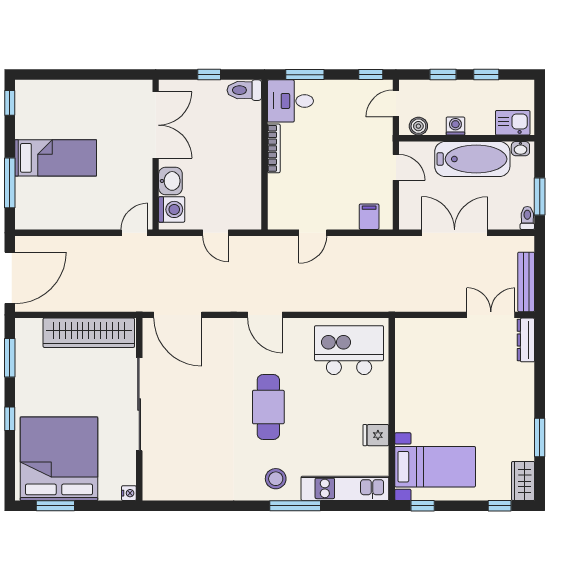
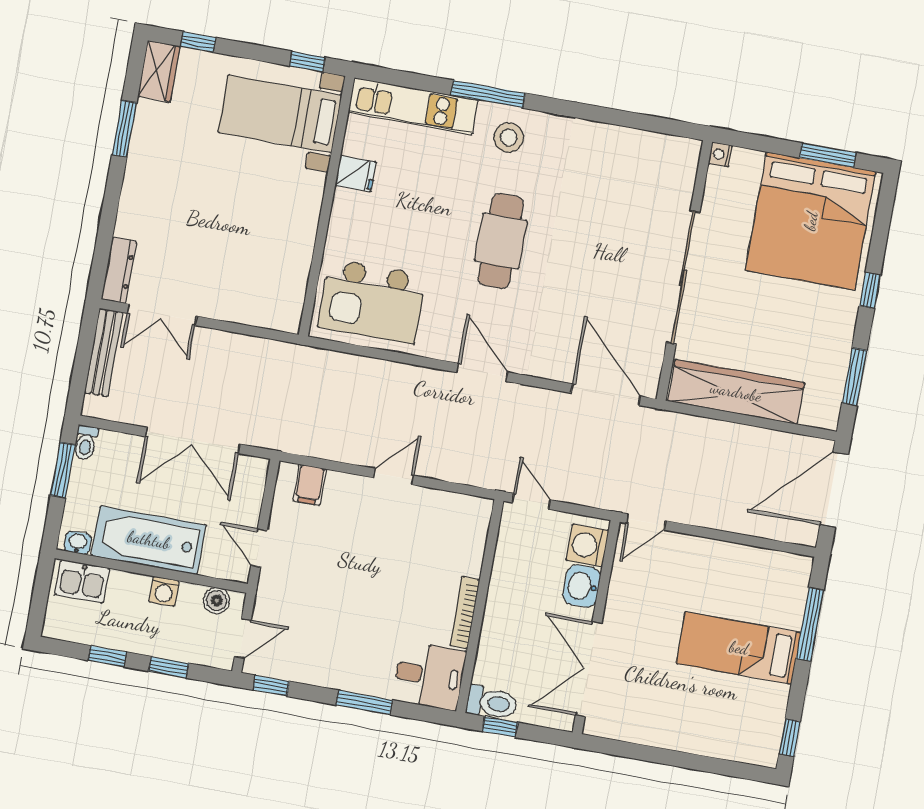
toilet: (244, 90) -> (492, 703), moved
desk: (290, 101) -> (429, 676), moved
bookcase: (274, 148) -> (465, 613), moved
wall: (264, 155) -> (480, 606), moved

